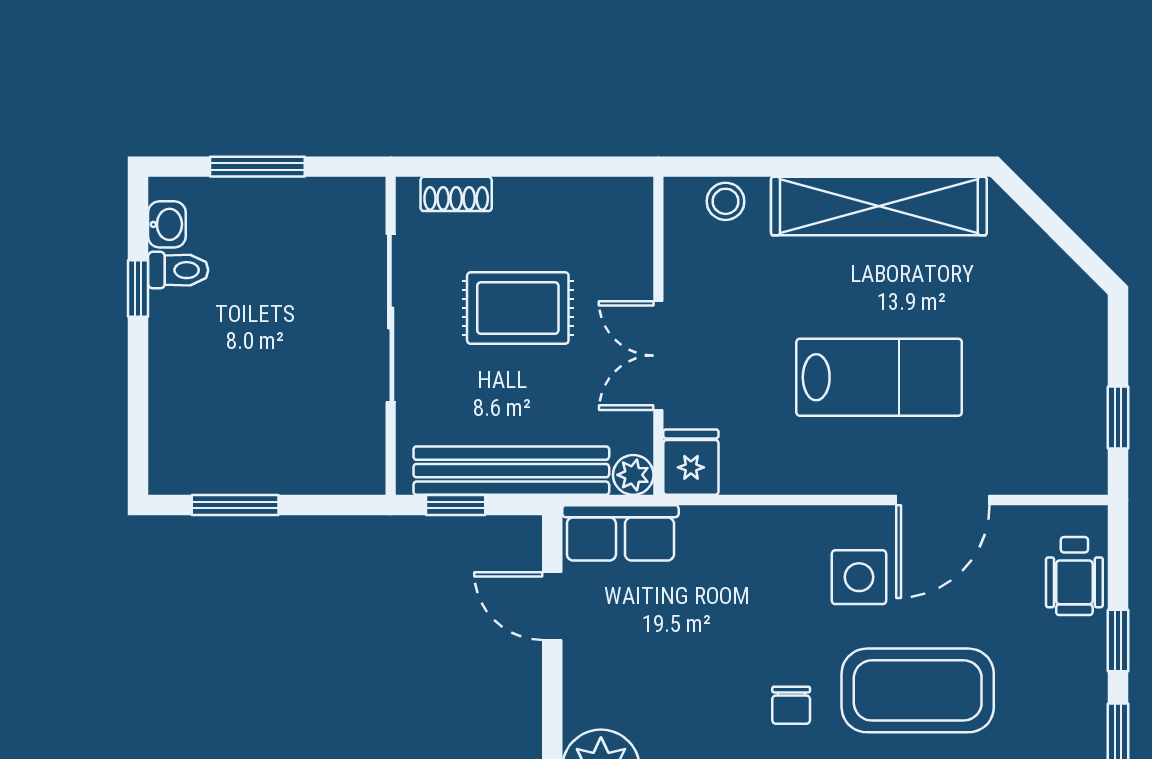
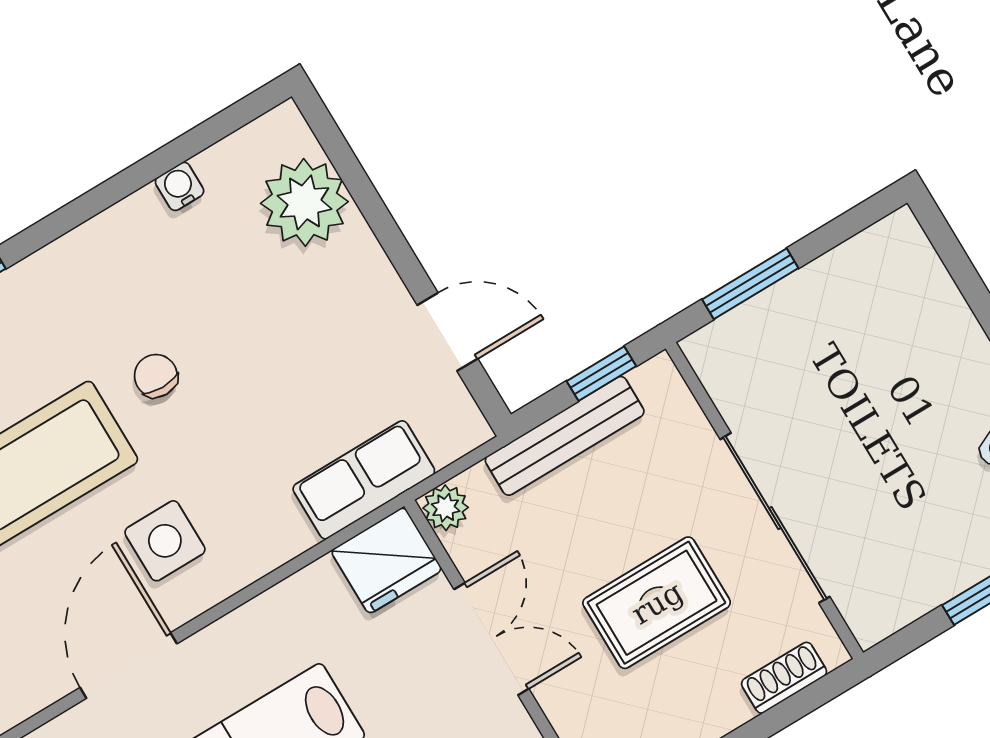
fridge: (691, 462) -> (386, 560), width x1.38
bench: (511, 471) -> (565, 436), width x0.73, depth x0.82
window: (235, 505) -> (750, 284), moved
row of seats: (620, 533) -> (364, 480), moved

